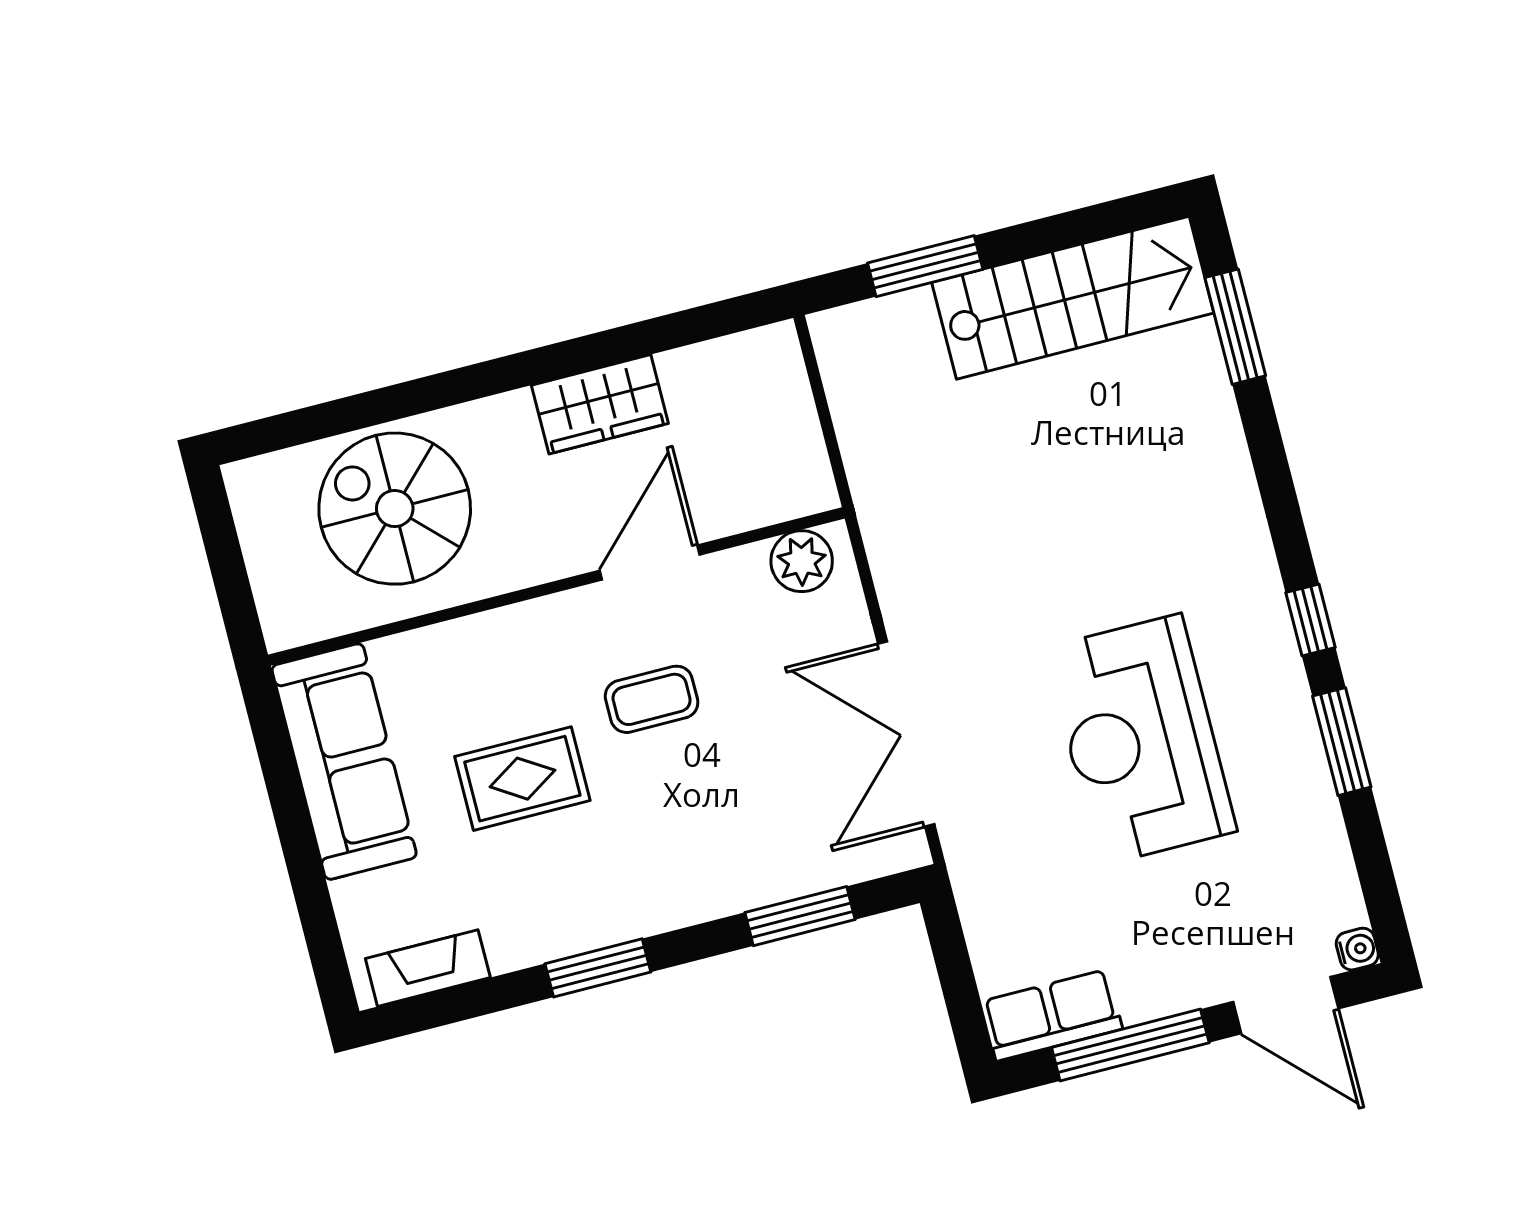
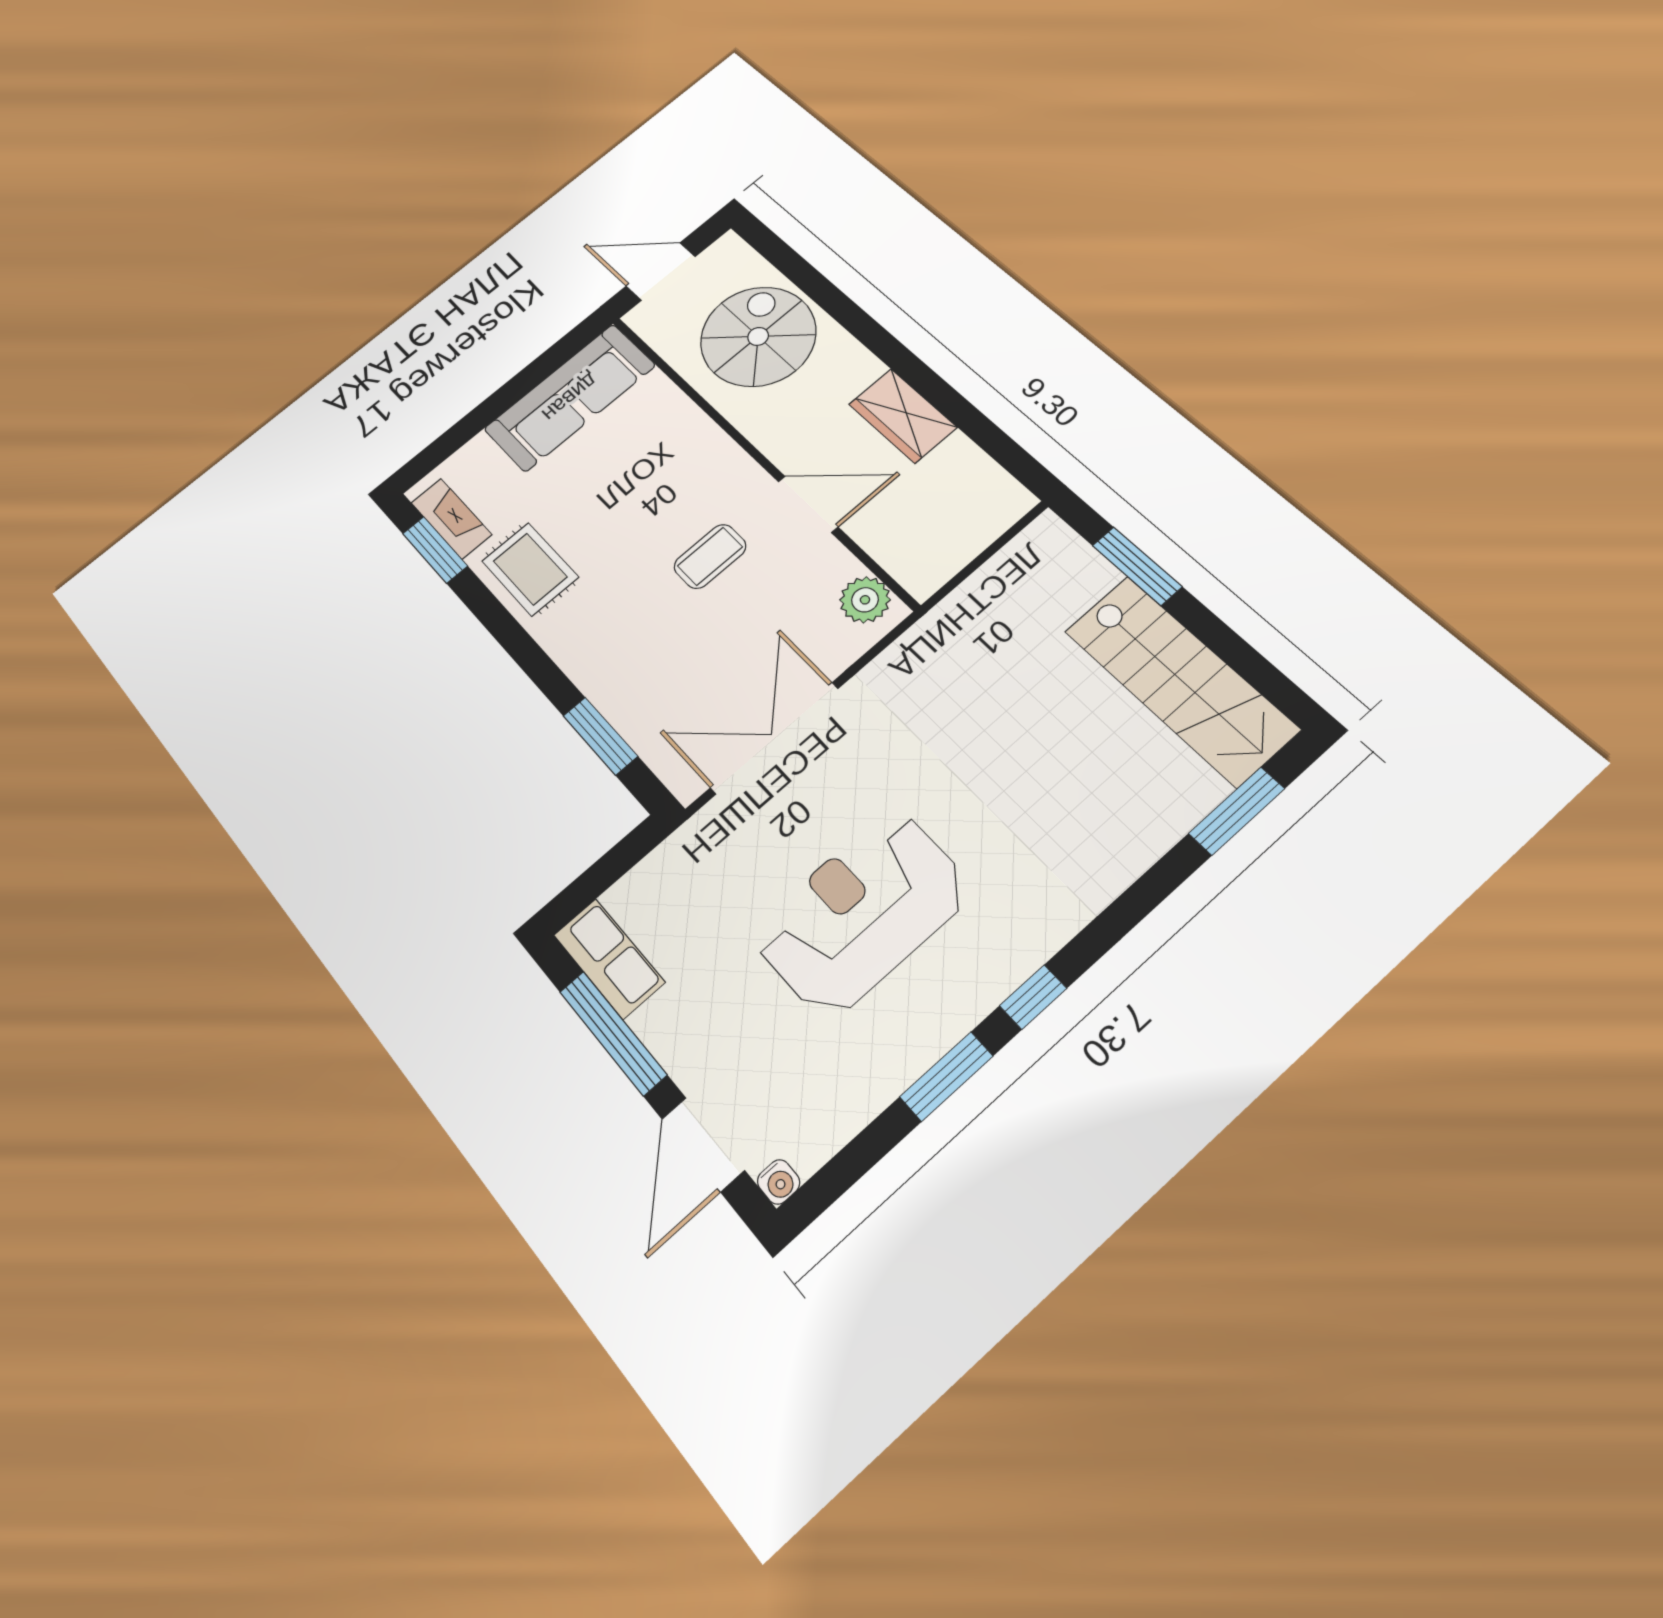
door: (230, 576) -> (661, 271), added
coffee table: (652, 699) -> (710, 556), turned 90
rug: (522, 779) -> (530, 569), moved
window: (598, 968) -> (435, 550), moved

